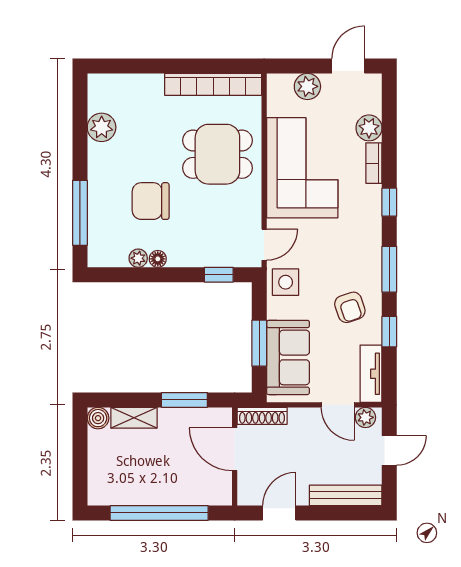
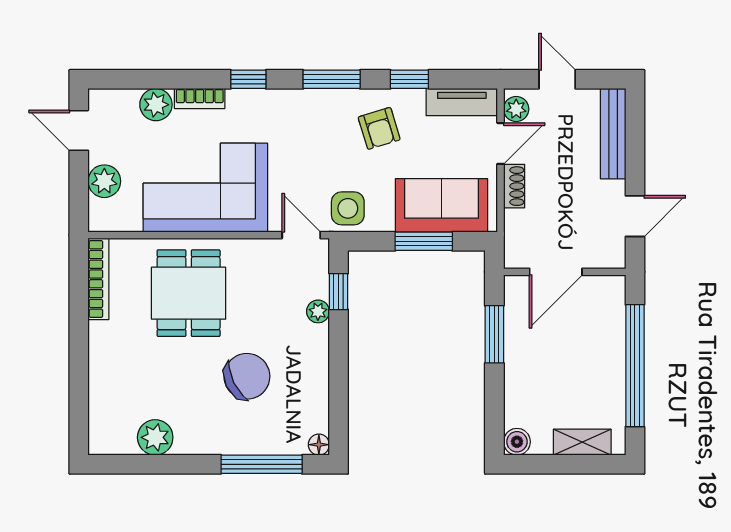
bookcase: (213, 84) -> (98, 279), width x0.68, depth x0.76
chair: (151, 201) -> (247, 376), turned -116
plant: (138, 258) -> (318, 311), moved
floor lamp: (158, 259) -> (319, 445), moved
armchair: (350, 307) -> (379, 128), turned 92
shoe rack: (262, 416) -> (514, 186), moved, width x0.70
shelving: (134, 418) -> (582, 442), moved, turned 90
door: (279, 513) -> (635, 216), swing flipped

